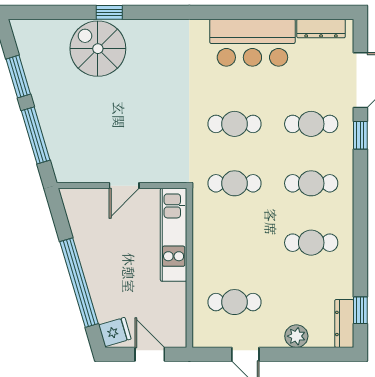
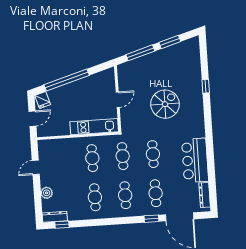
spiral stairs: (98, 49) -> (165, 104), moved
door: (124, 186) -> (118, 100), swing flipped
cafe table: (235, 302) -> (92, 158), moved

